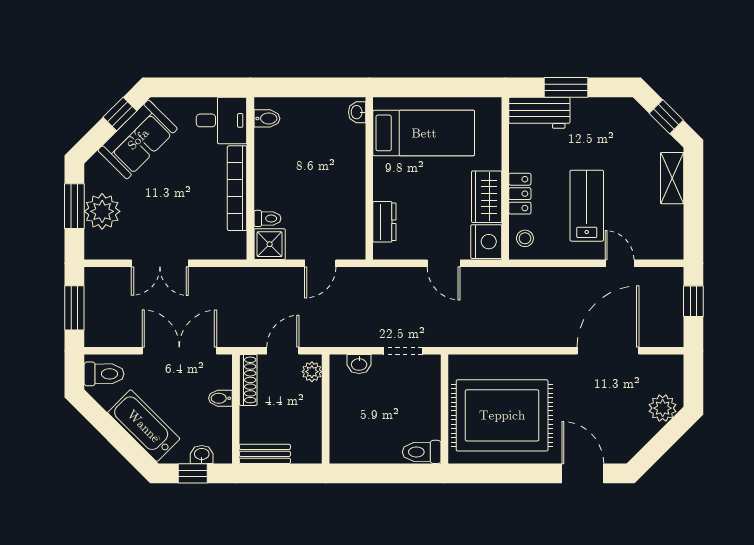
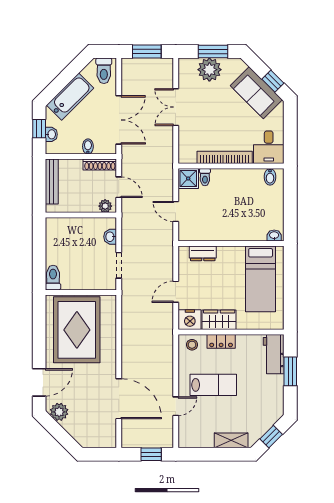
plant: (663, 408) -> (59, 412), moved
bench: (265, 454) -> (52, 181), width x1.36

